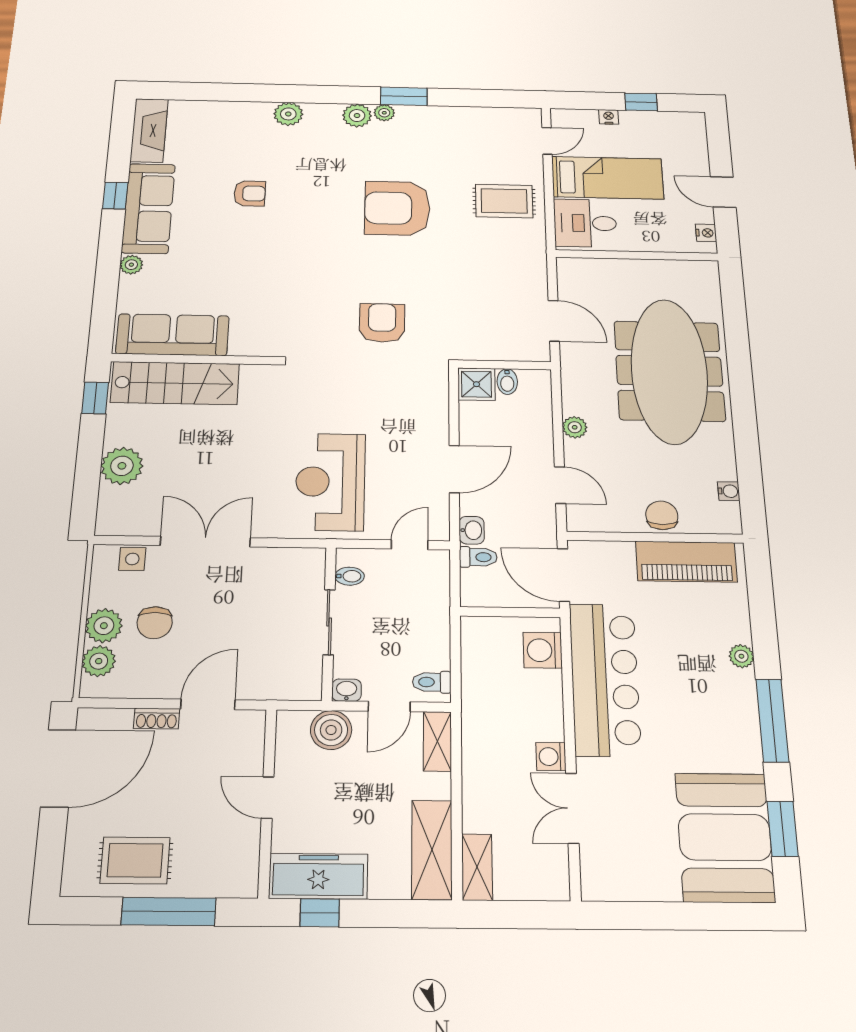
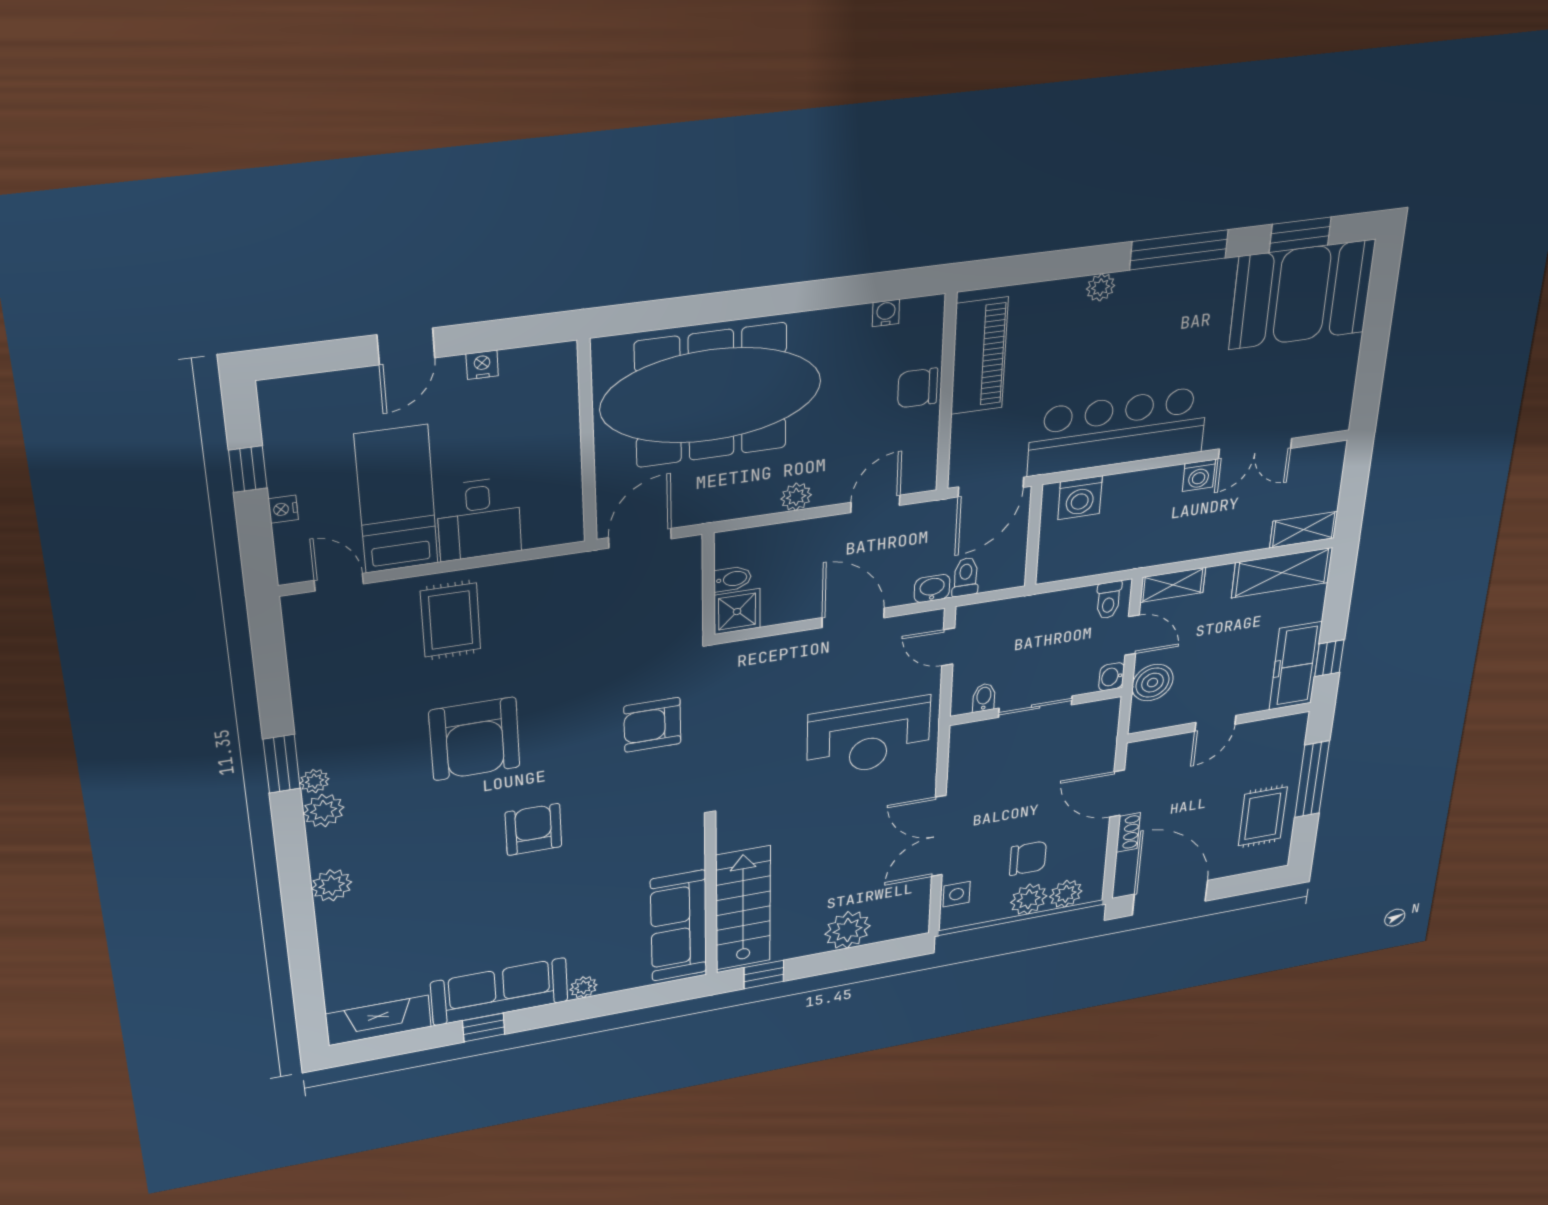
armchair: (250, 193) -> (533, 829), moved, width x1.38, depth x1.38
wall: (637, 255) -> (587, 442), moved

